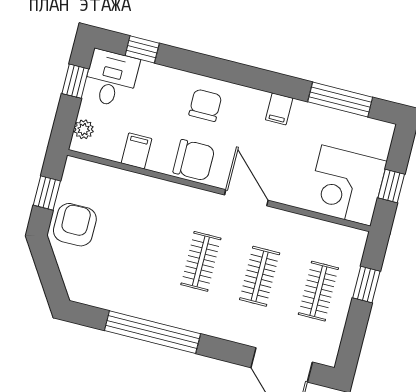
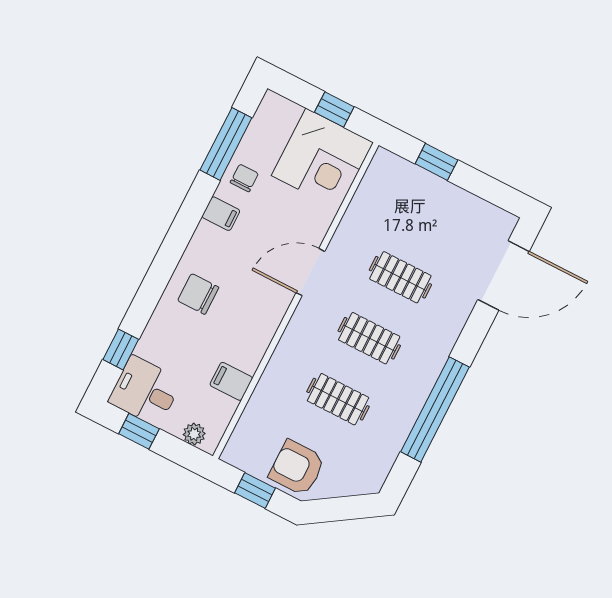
chair: (194, 160) -> (244, 178), moved, width x0.54, depth x0.54
clothes rail: (318, 291) -> (338, 399), moved

